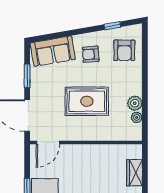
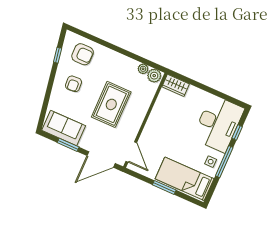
sofa: (53, 51) -> (64, 128), moved, turned -80
plant: (135, 103) -> (154, 76), moved
wardrobe: (135, 173) -> (176, 85), moved

